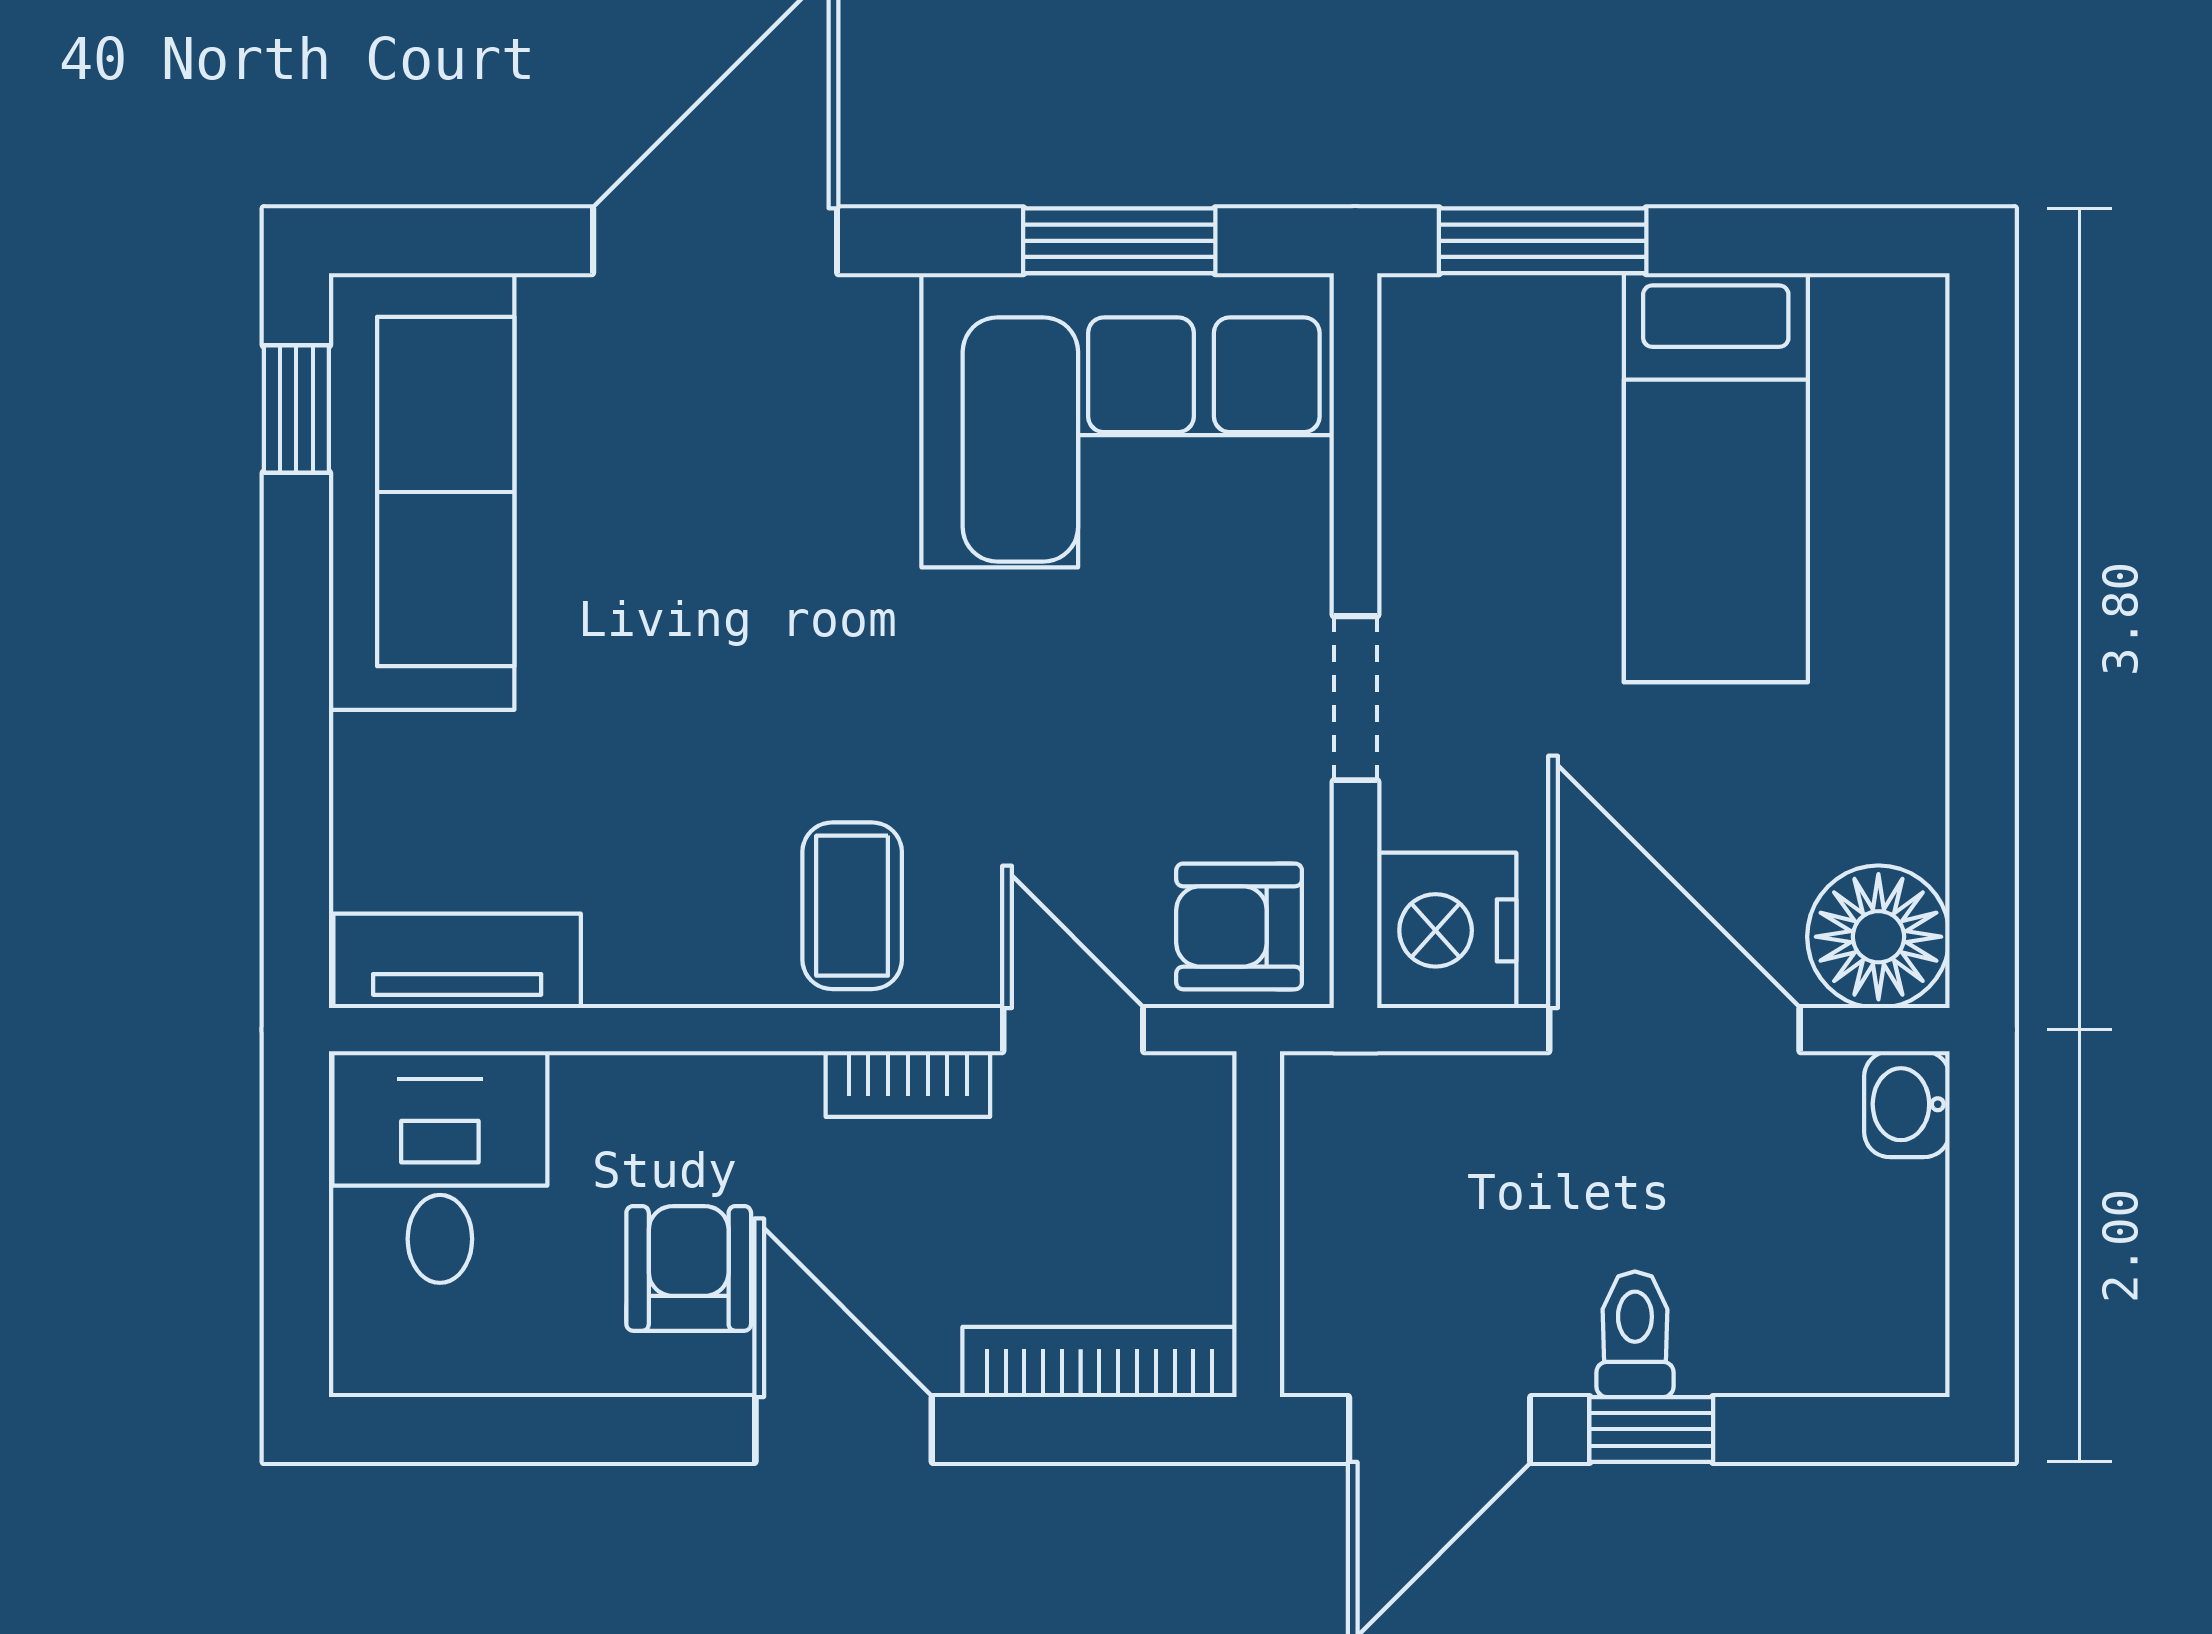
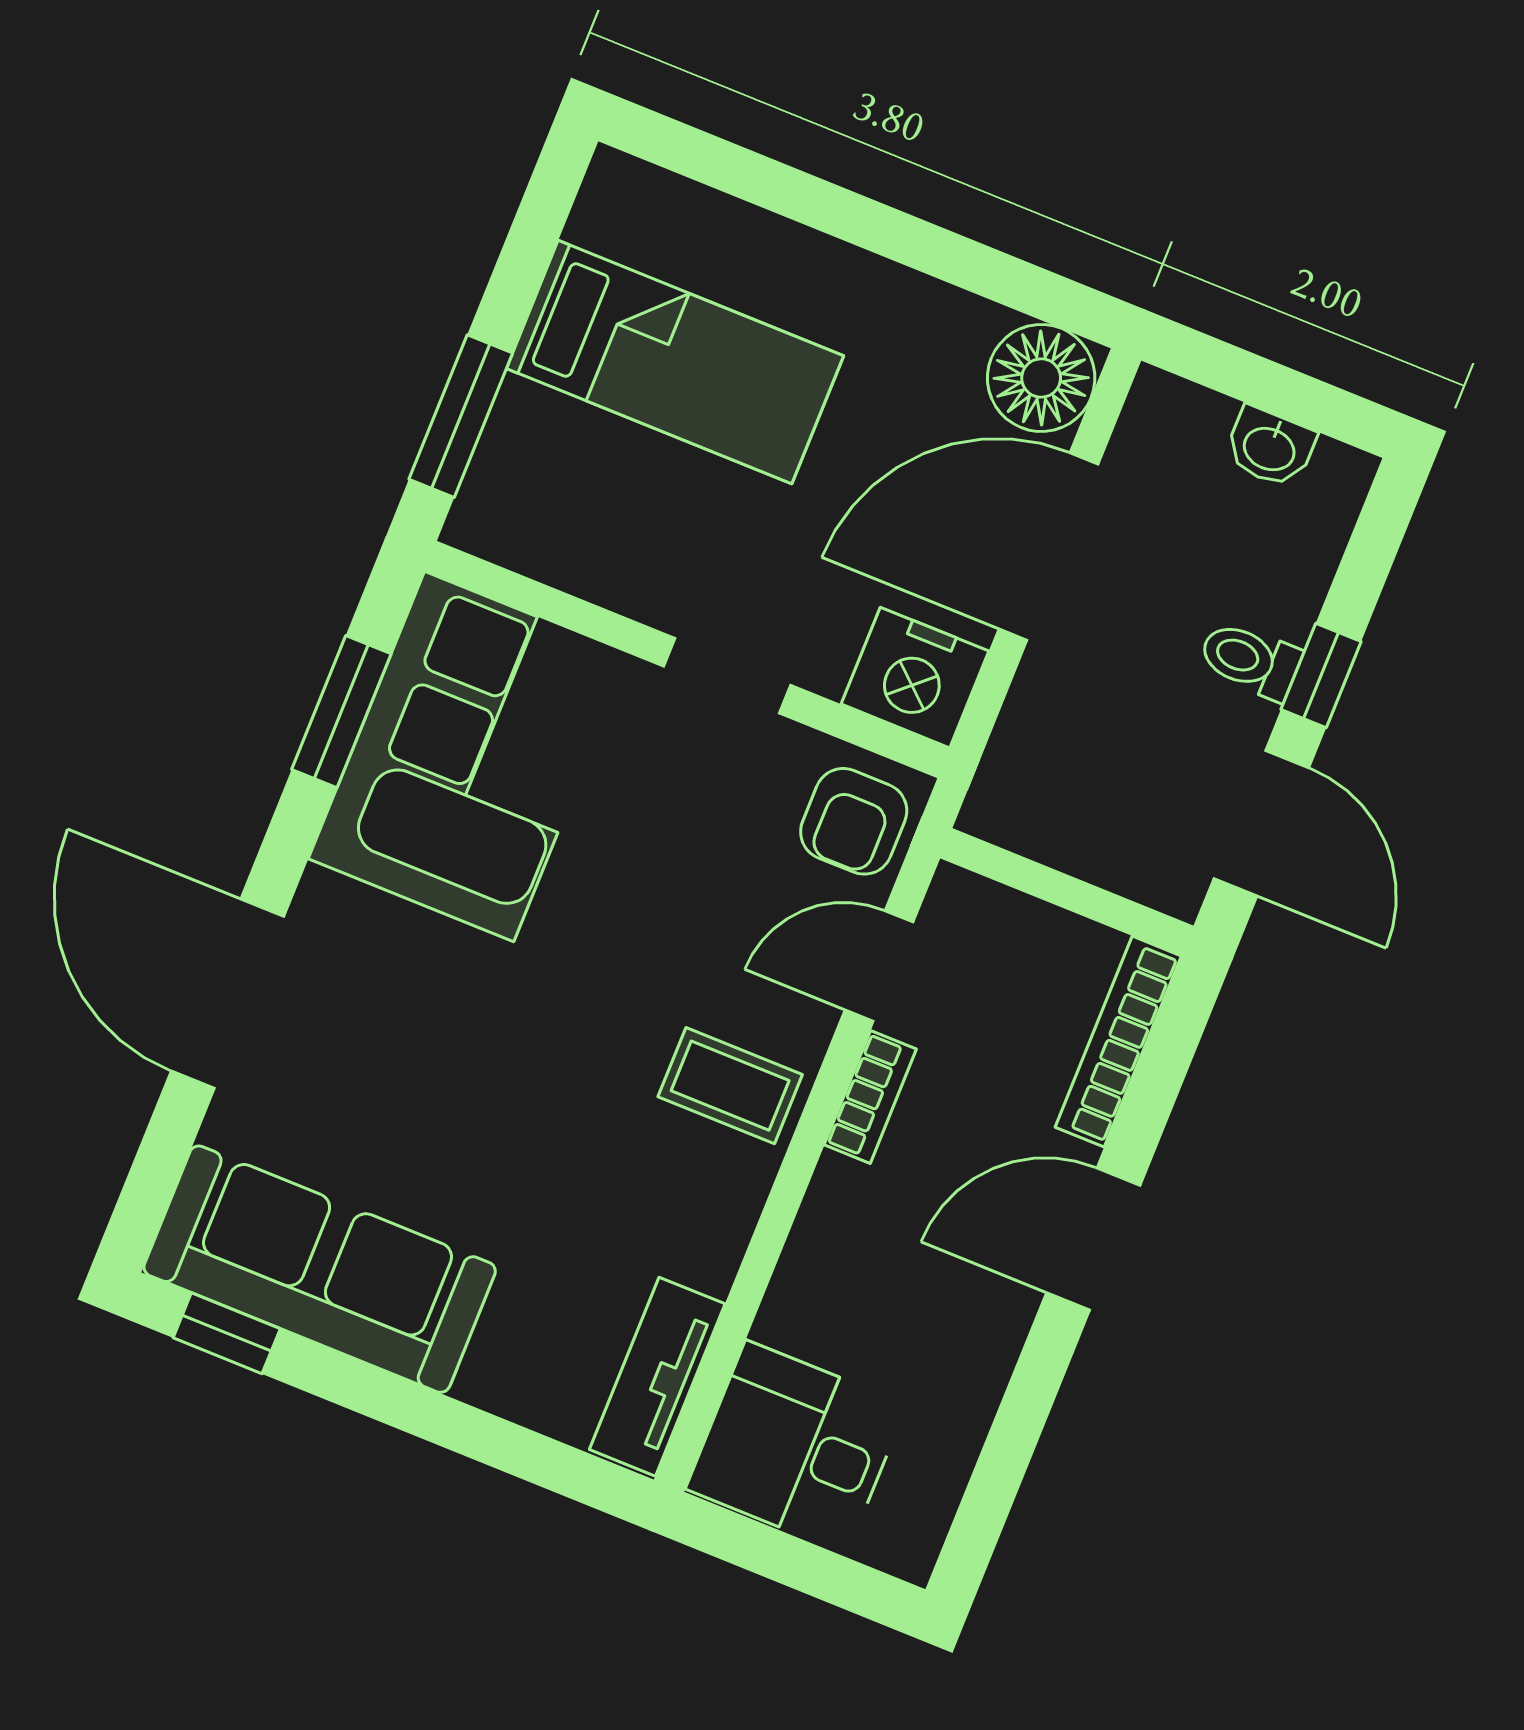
washbasin: (1907, 1104) -> (1270, 447), moved
armchair: (689, 1268) -> (937, 1302), removed

